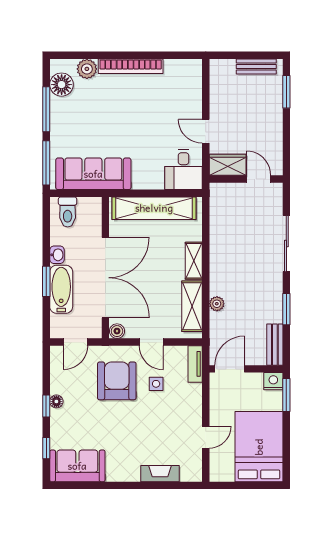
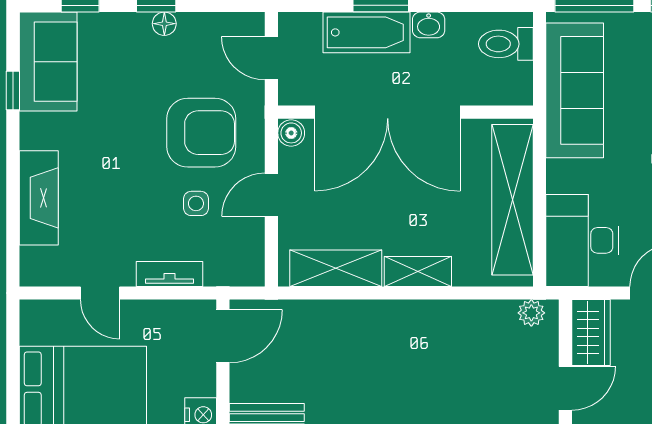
desk: (184, 170) -> (582, 240), width x1.37
plant: (217, 304) -> (531, 313), moved
tv unit: (195, 364) -> (169, 274), moved
door: (230, 369) -> (223, 336), hinge flipped
fireplace: (160, 474) -> (39, 198), width x1.37, depth x1.32
window: (93, 485) -> (13, 90), added

